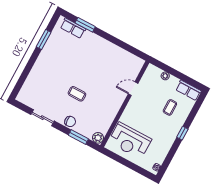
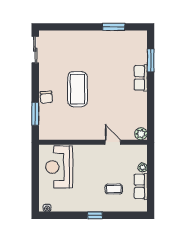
row of seats: (73, 28) -> (141, 78), moved
row of seats: (188, 90) -> (141, 186), moved
coffee table: (77, 94) -> (77, 89), width x1.86, depth x1.72
sliding door: (42, 118) -> (35, 50), moved
plant: (98, 138) -> (141, 134), moved

